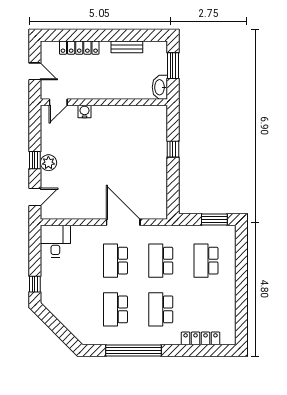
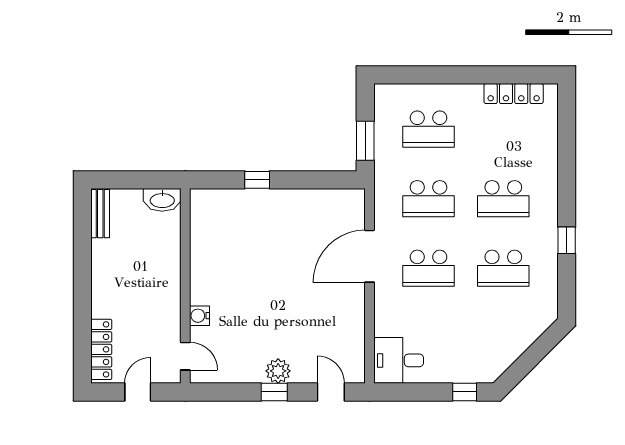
bench: (127, 47) -> (100, 214), moved
locker: (79, 48) -> (101, 349), moved
window: (173, 66) -> (129, 180), removed
window: (214, 219) -> (365, 141), moved
locker: (201, 338) -> (514, 94), moved, turned -90
window: (134, 351) -> (567, 240), width x0.32

